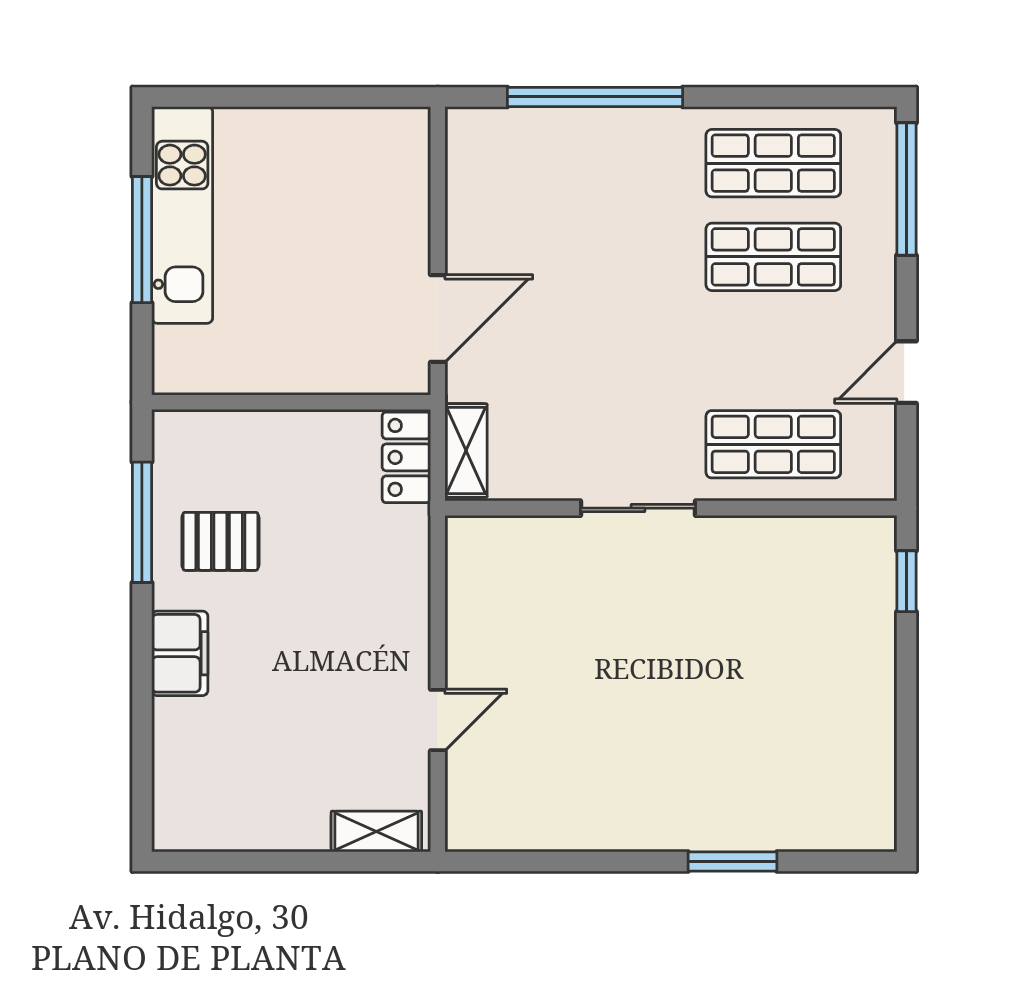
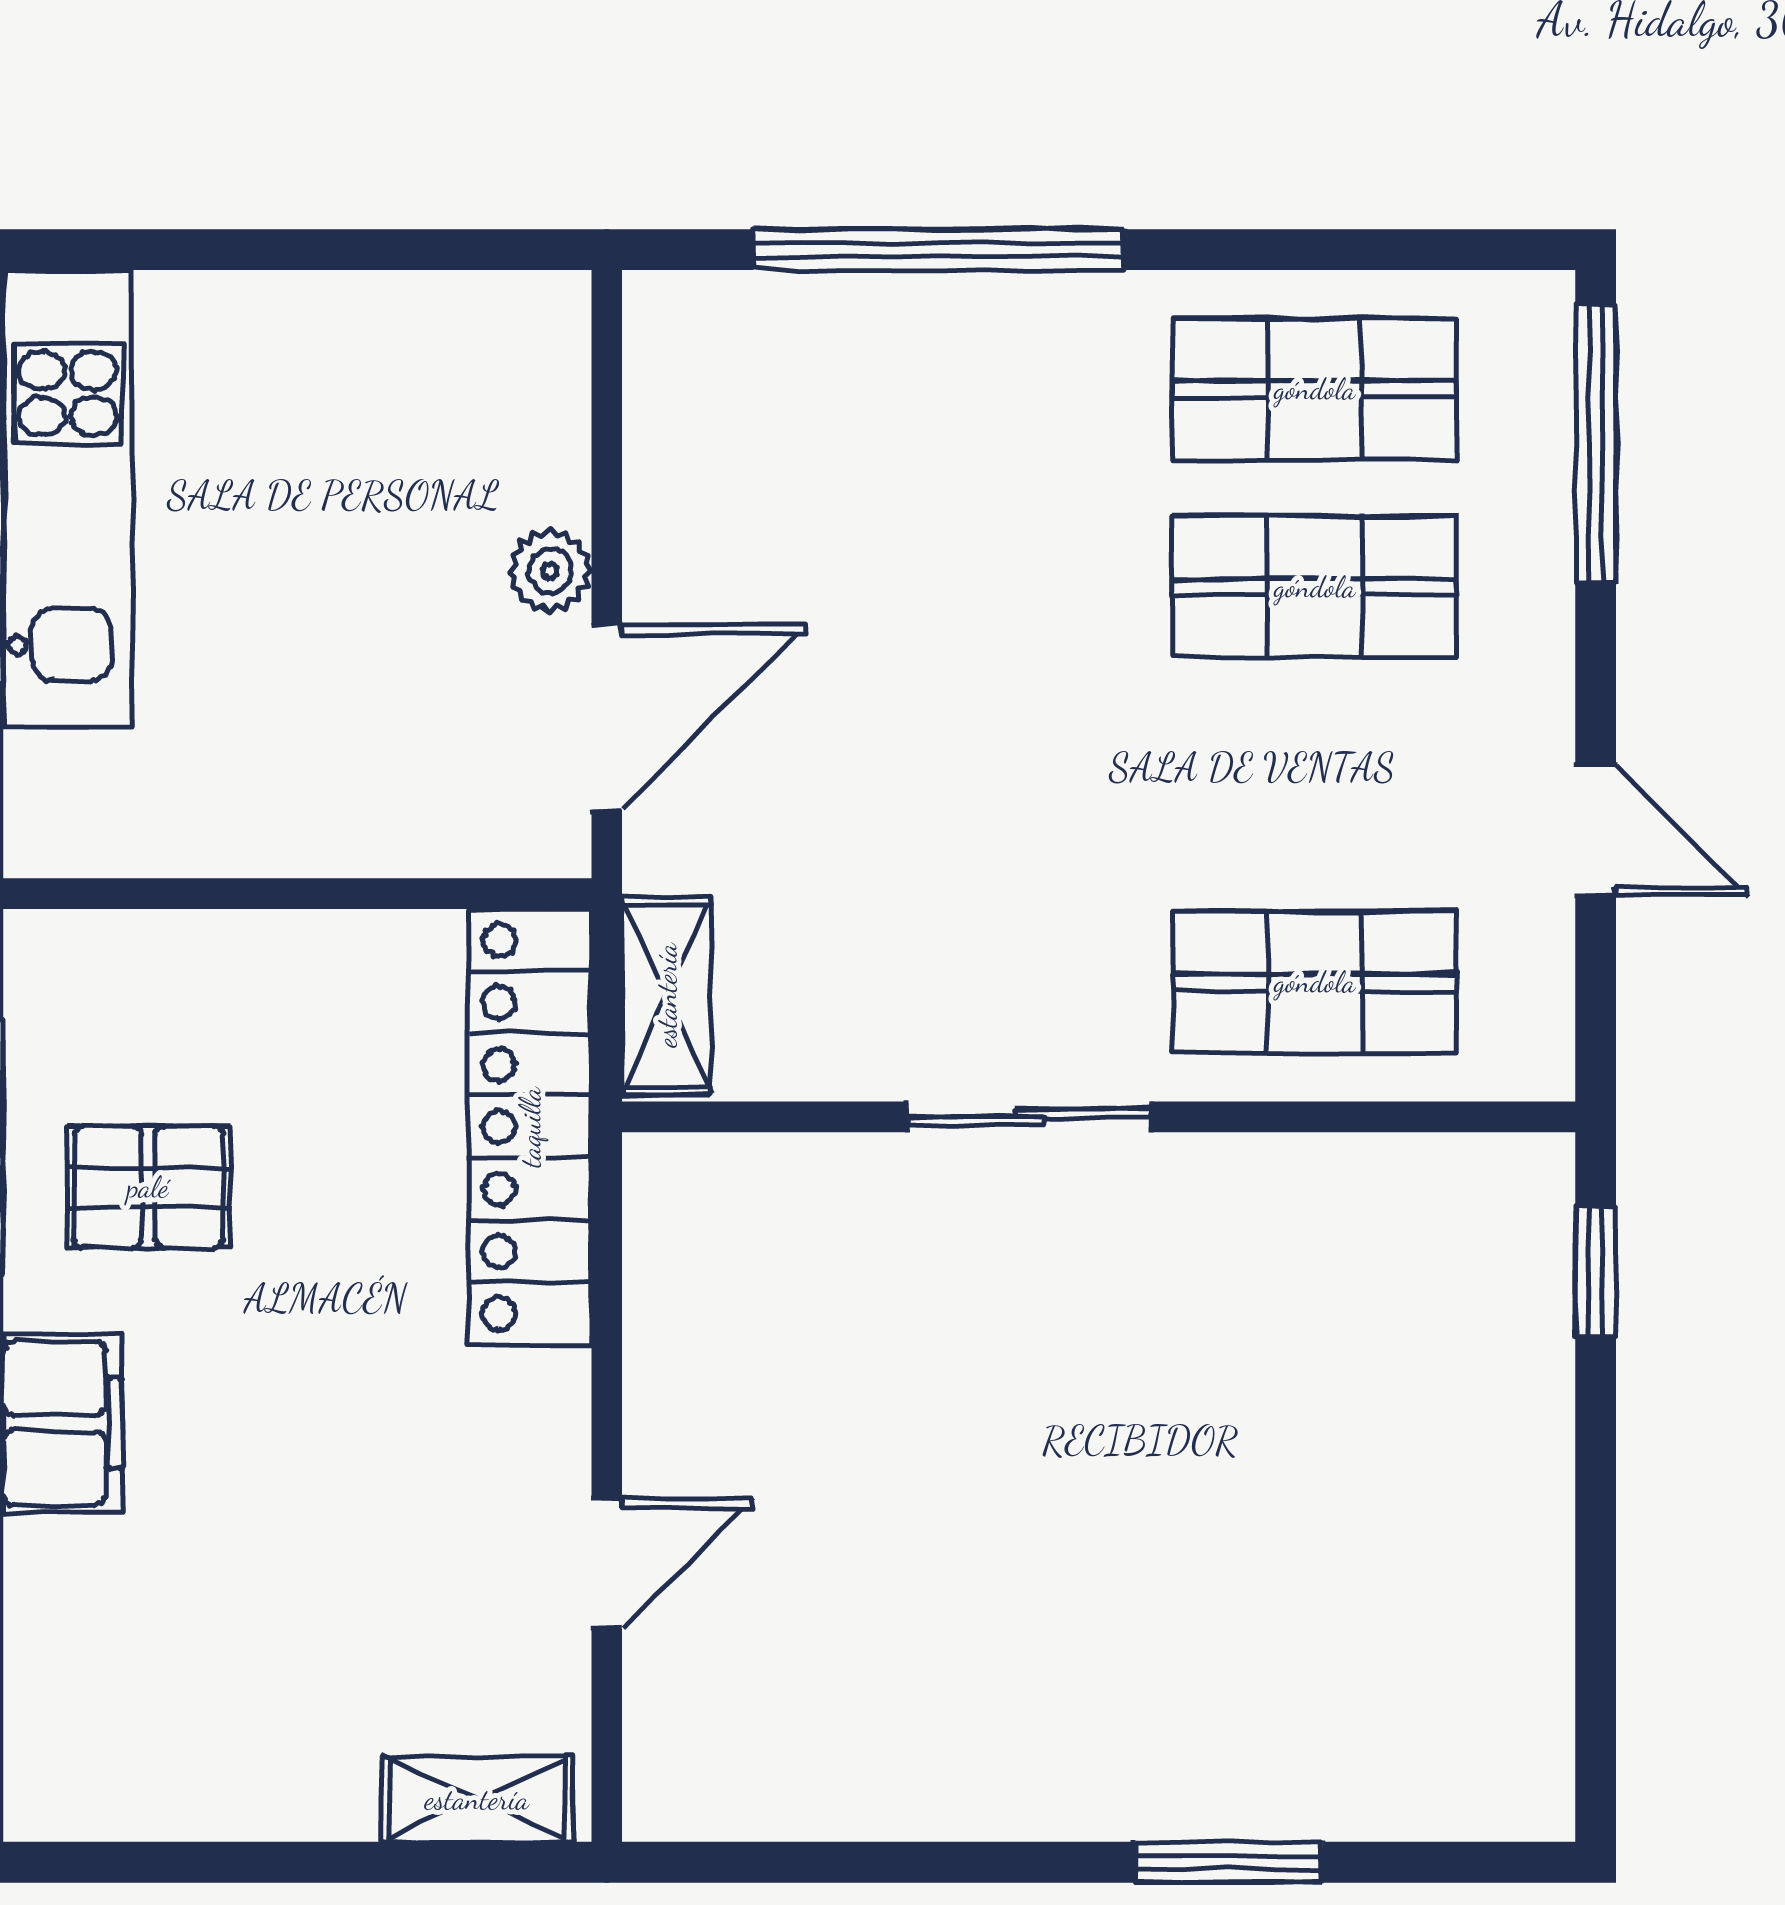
plant: (411, 249) -> (550, 571), added
door: (907, 372) -> (1596, 830), swing flipped
locker: (406, 457) -> (530, 1127), width x2.16, depth x1.21

